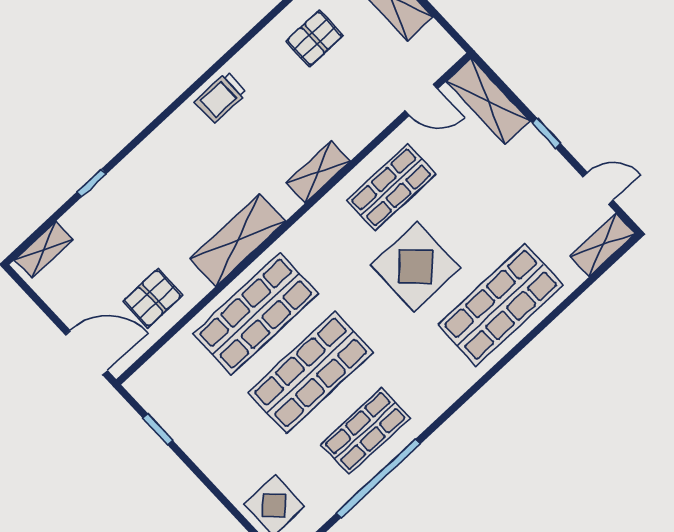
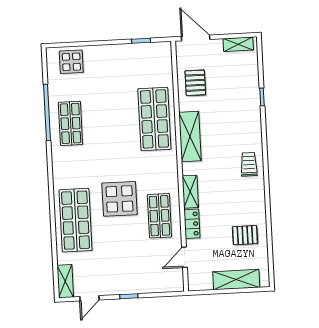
pallet: (315, 38) -> (245, 235), turned 90
trolley: (221, 97) -> (249, 164), moved
shelving: (488, 101) -> (161, 284), removed
locker: (363, 130) -> (192, 224), added
shelving: (44, 250) -> (238, 44), moved, turned 90
door: (86, 353) -> (196, 38), swing flipped
shop shelf: (311, 372) -> (112, 121), removed

